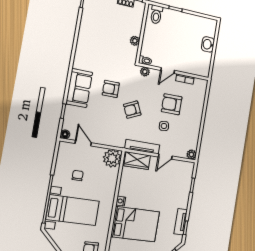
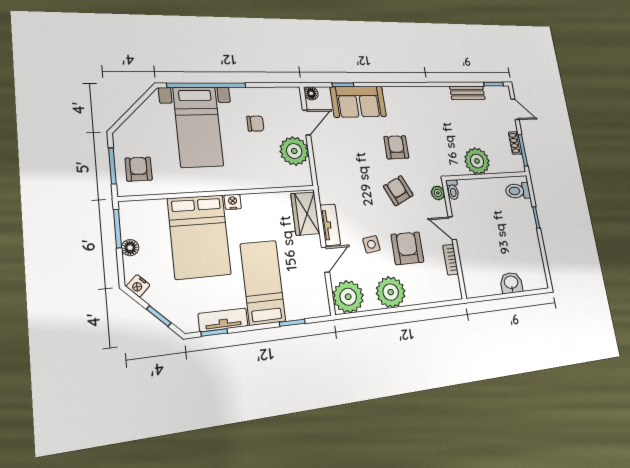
bench: (85, 23) -> (467, 93), added
plant: (135, 41) -> (477, 161), width x1.87, depth x1.87
sofa: (79, 88) -> (358, 102), moved
armchair: (132, 110) -> (398, 191), moved
plant: (192, 123) -> (391, 292), added
tv unit: (142, 147) -> (330, 225), width x0.71
plant: (191, 155) -> (348, 297), width x1.88, depth x1.88
door: (165, 156) -> (325, 260), swing flipped
plant: (112, 158) -> (294, 151), moved
bed: (168, 196) -> (263, 282), added

